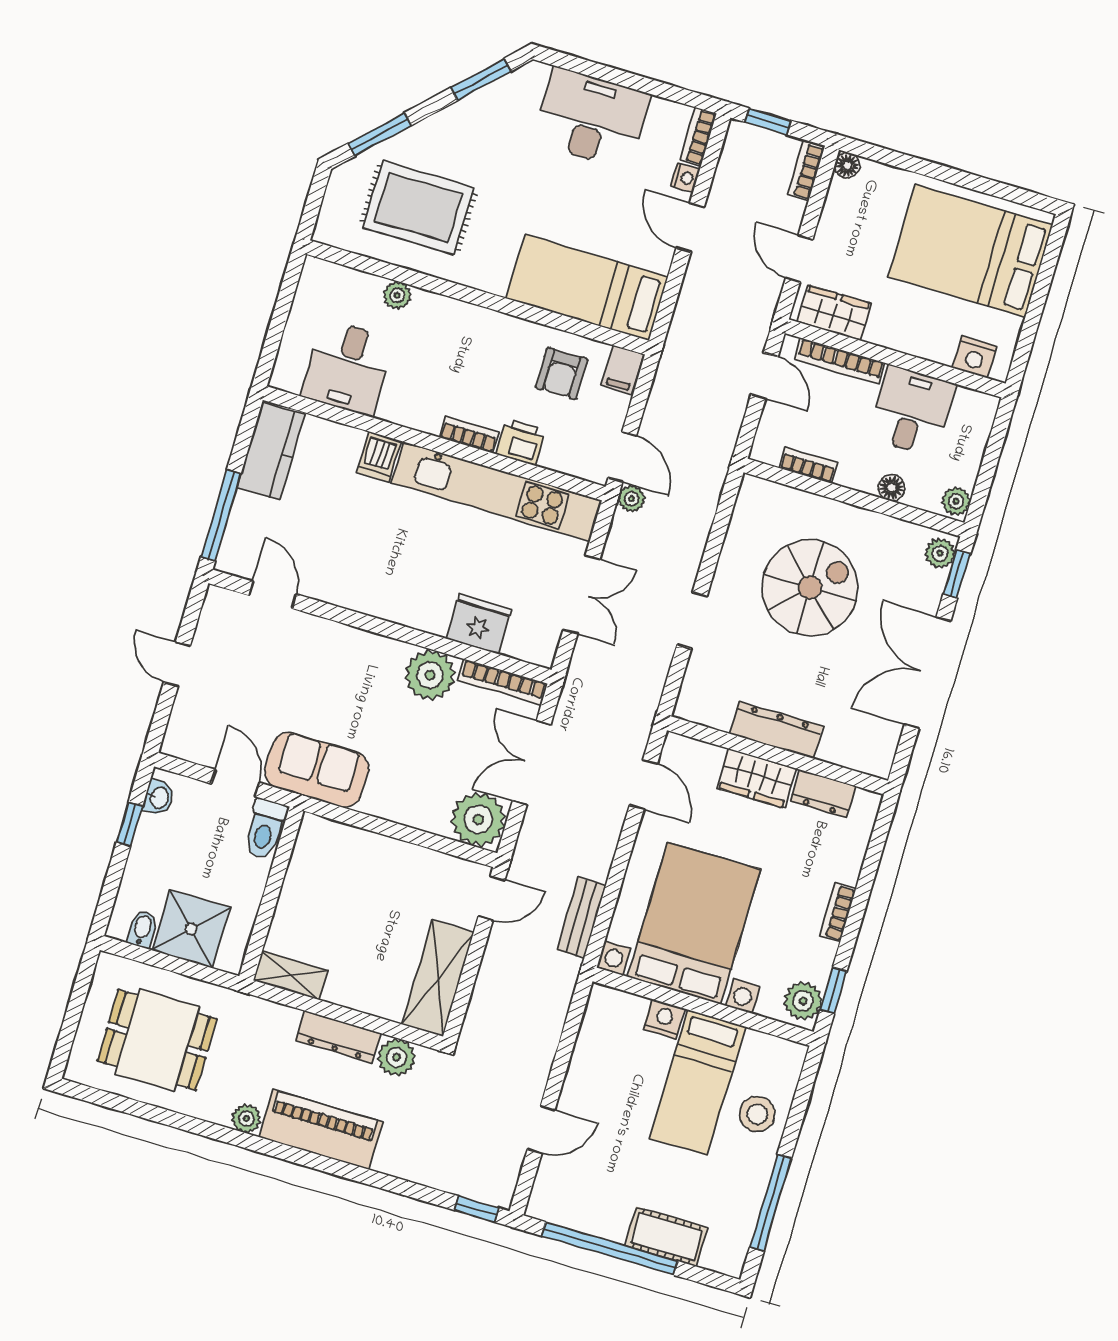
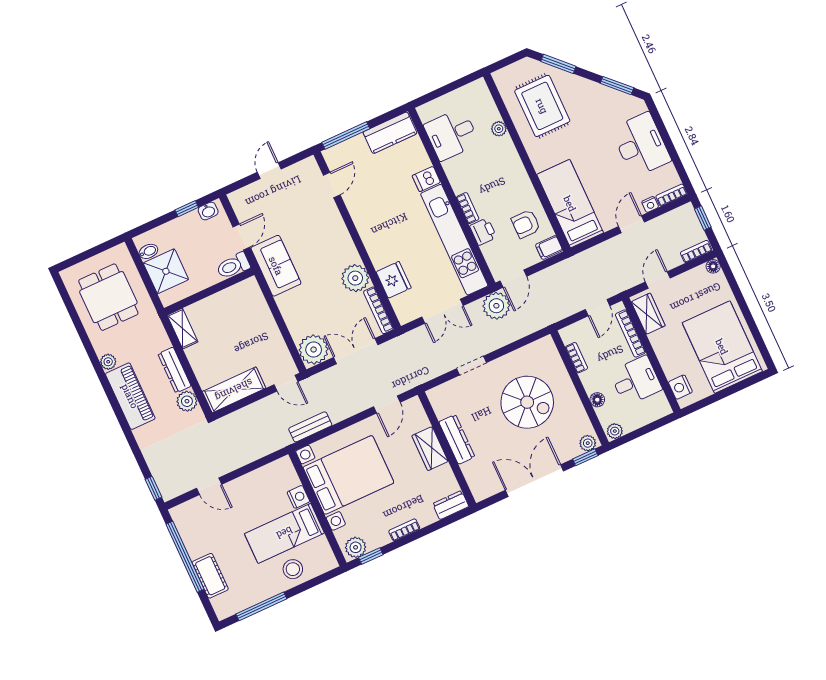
plant: (631, 499) -> (496, 306), width x1.87, depth x1.87
dresser: (823, 794) -> (451, 505), moved, turned 90

